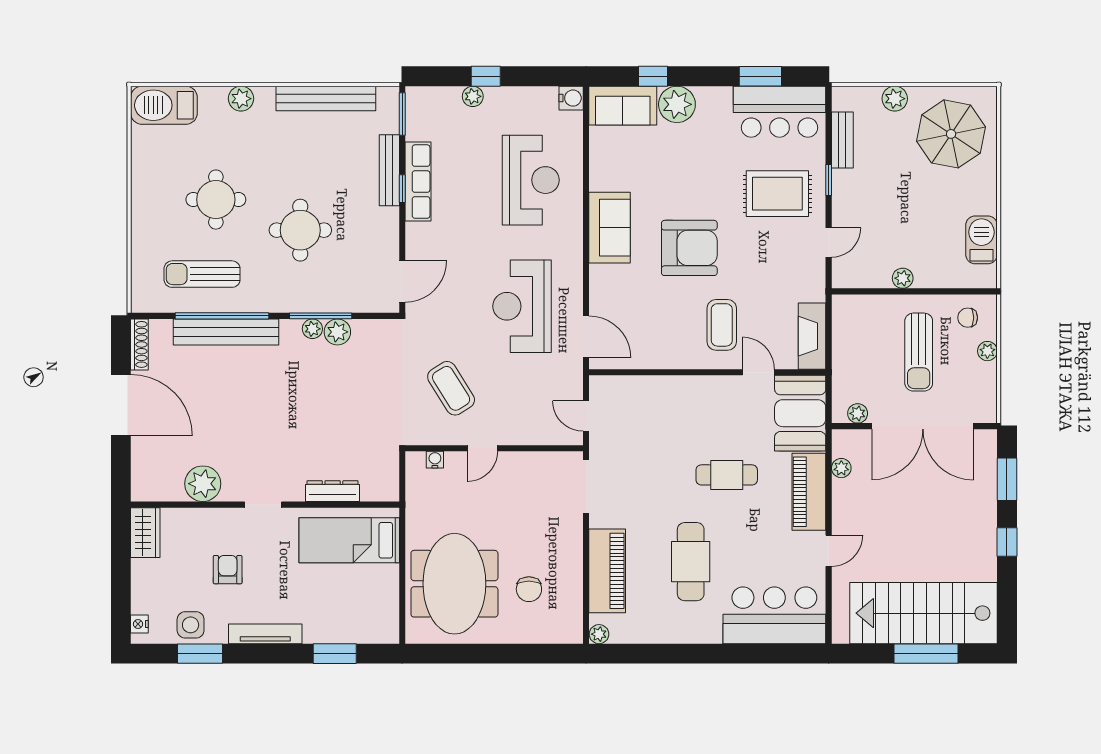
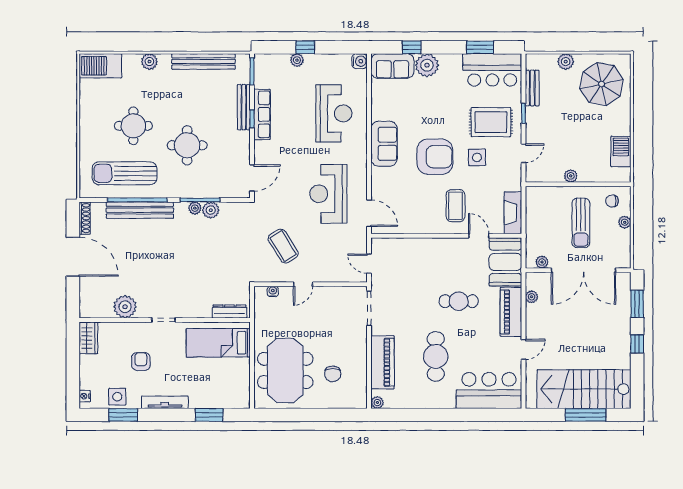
side table: (755, 249) -> (477, 157), added
sun lounger: (202, 274) -> (125, 173), width x1.36, depth x1.34
dresser: (333, 491) -> (229, 312), moved

